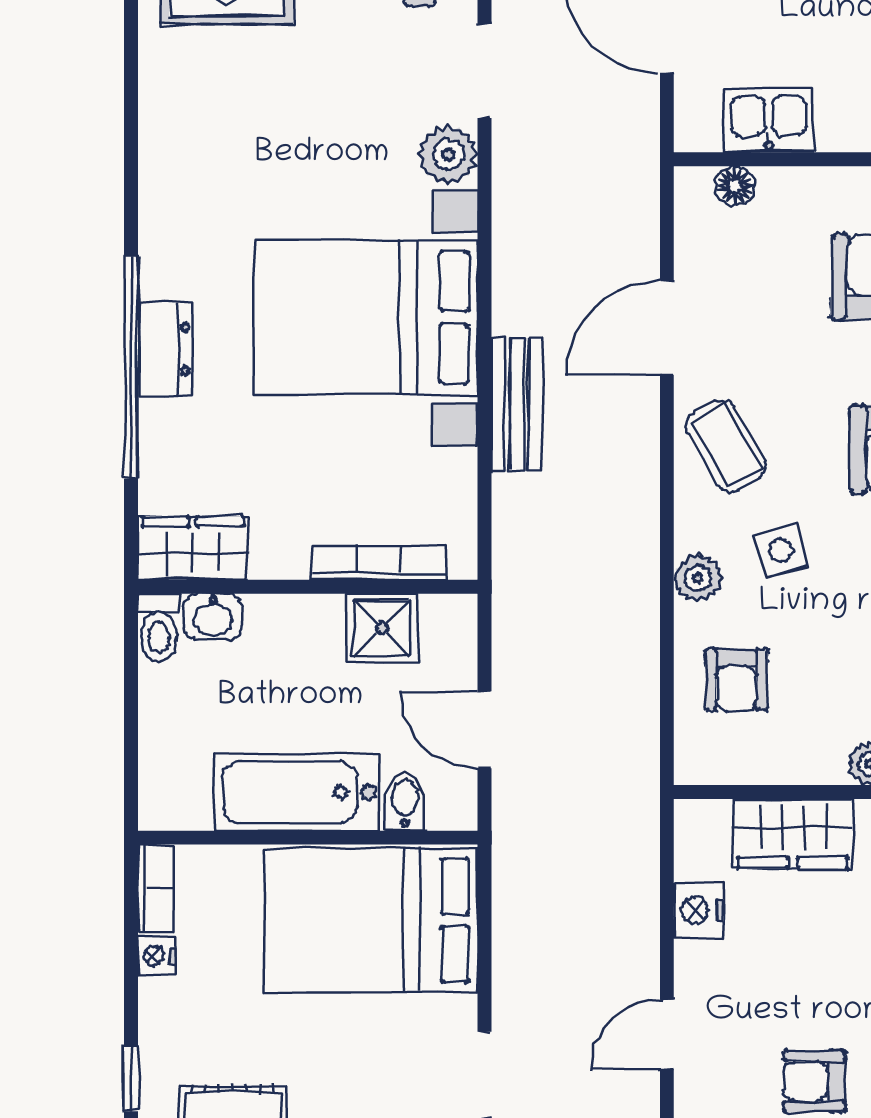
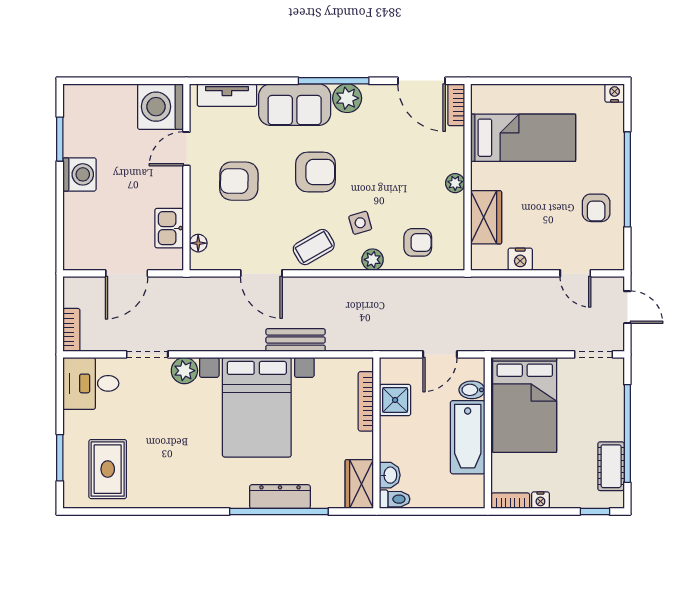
dresser: (165, 349) -> (280, 497), width x1.44

